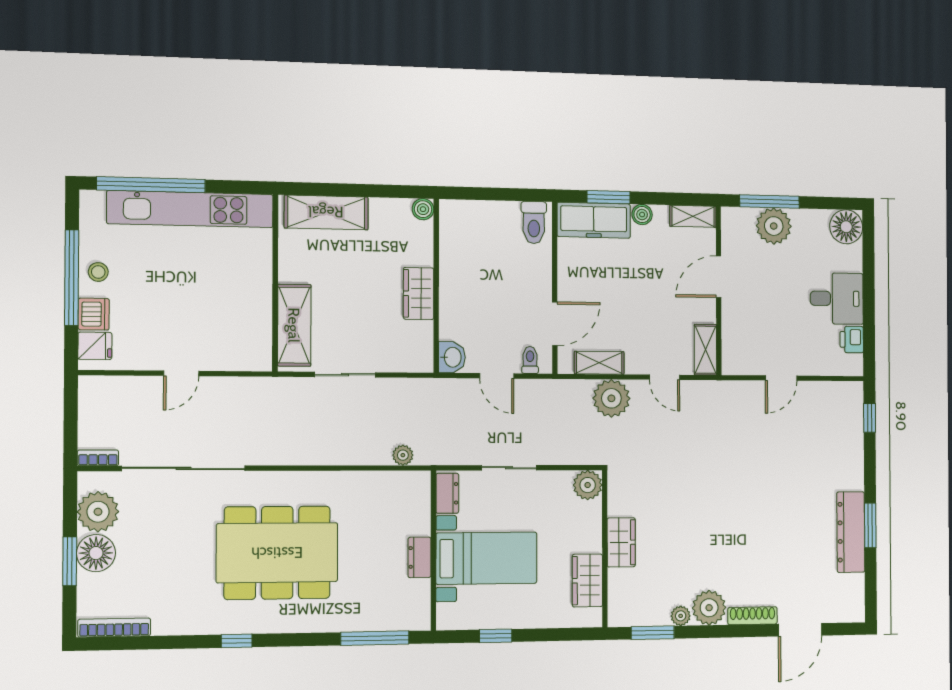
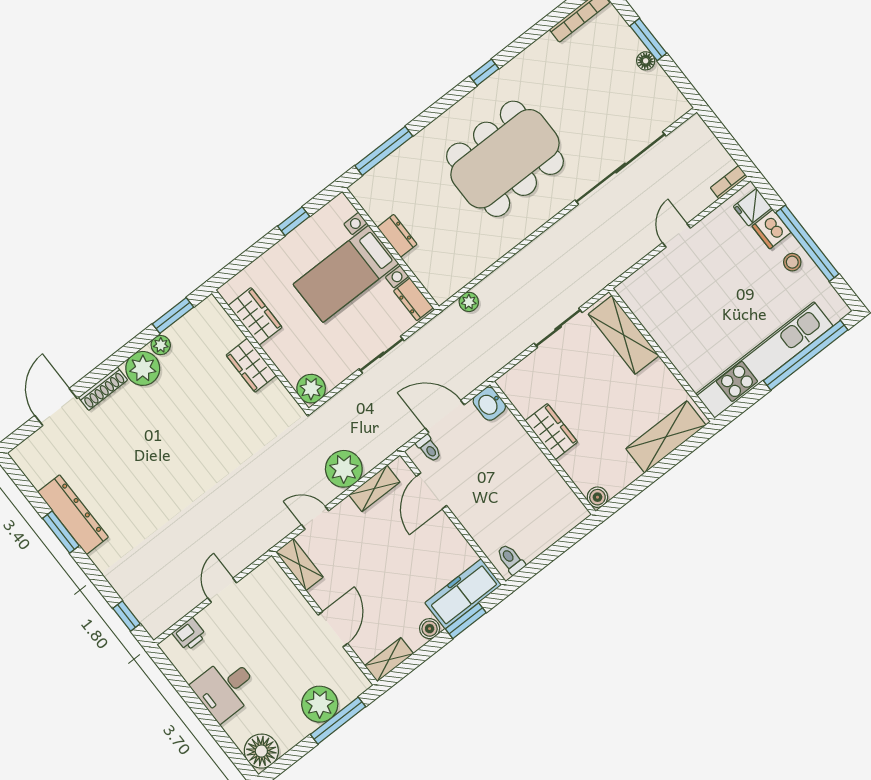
toilet: (534, 223) -> (511, 559), width x0.73, depth x0.72
printer: (852, 340) -> (189, 634), moved, turned 90
door: (497, 376) -> (445, 416), width x1.38
bookcase: (98, 458) -> (729, 182), moved, turned 180
plant: (98, 512) -> (656, 90), removed
floor lamp: (96, 553) -> (646, 61), width x0.53, depth x0.53

